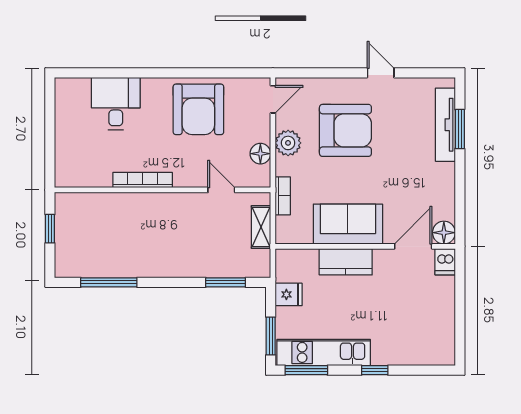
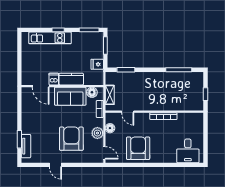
door: (273, 99) -> (104, 153), swing flipped
desk: (116, 104) -> (188, 151), moved
tv unit: (445, 125) -> (26, 146), width x0.71
armchair: (345, 130) -> (71, 139), turned 90
floor lamp: (444, 233) -> (92, 92), moved
door: (413, 246) -> (41, 86), hinge flipped
dishwasher: (445, 262) -> (54, 79), moved
kitchen unit: (324, 352) -> (50, 38), moved

